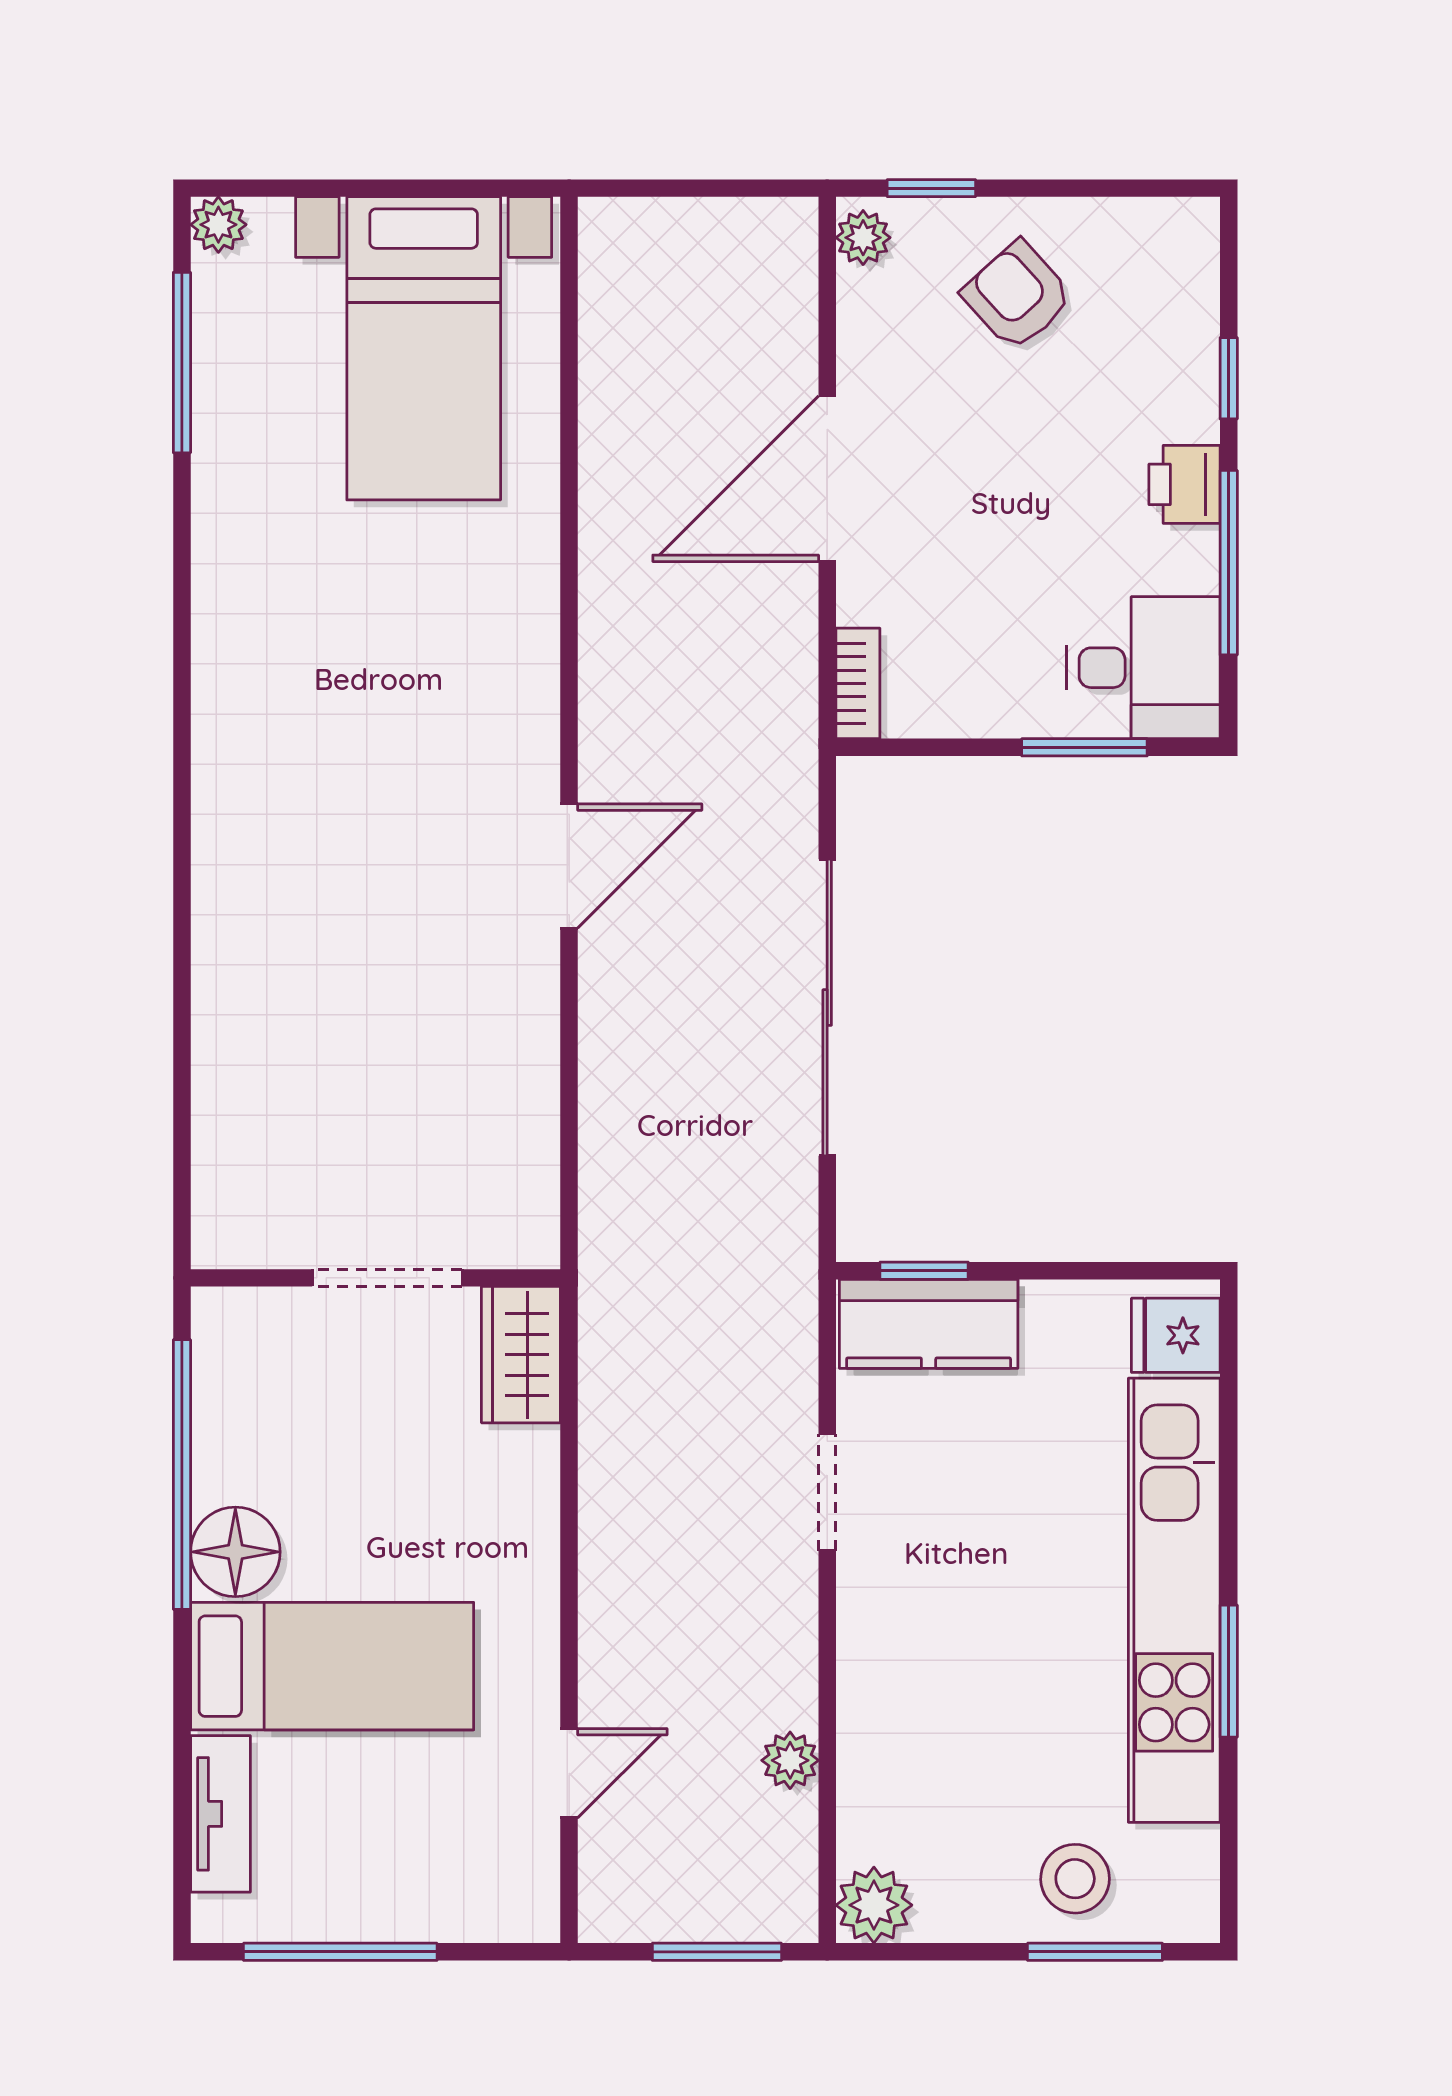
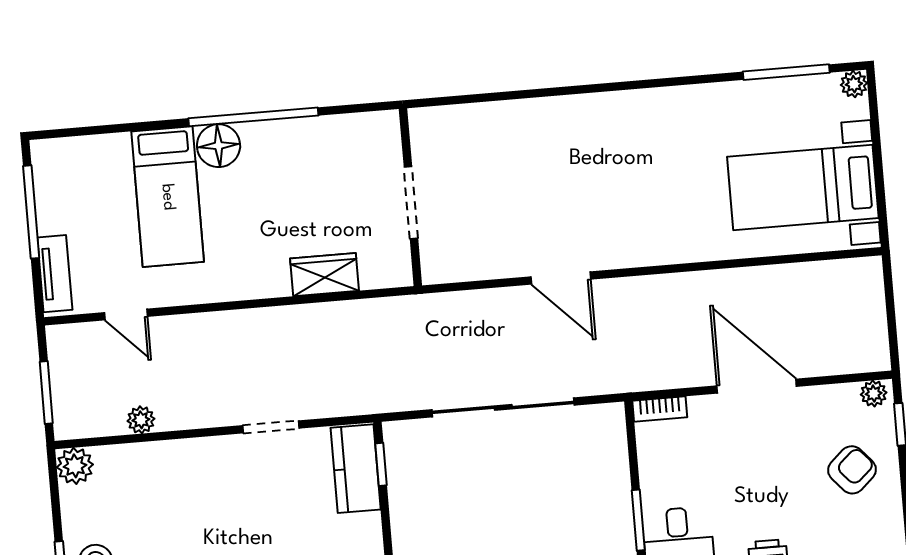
wall: (376, 1278) -> (410, 197), moved
doorway: (387, 1278) -> (411, 203), moved
tv unit: (220, 1814) -> (55, 274), moved, turned -90

